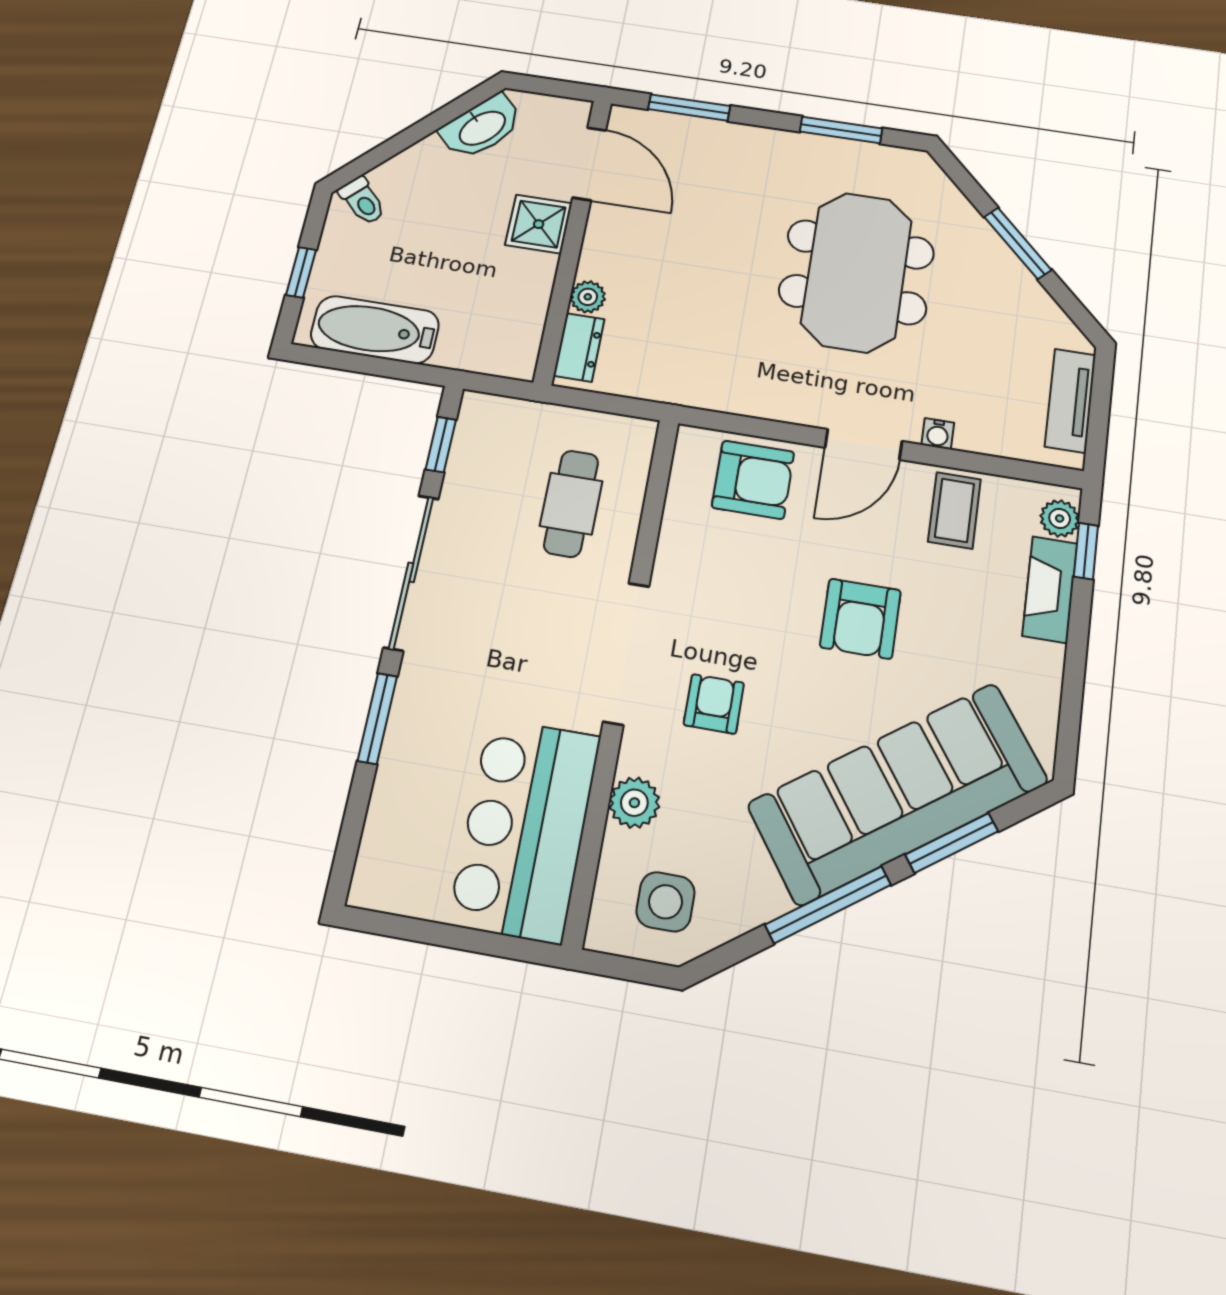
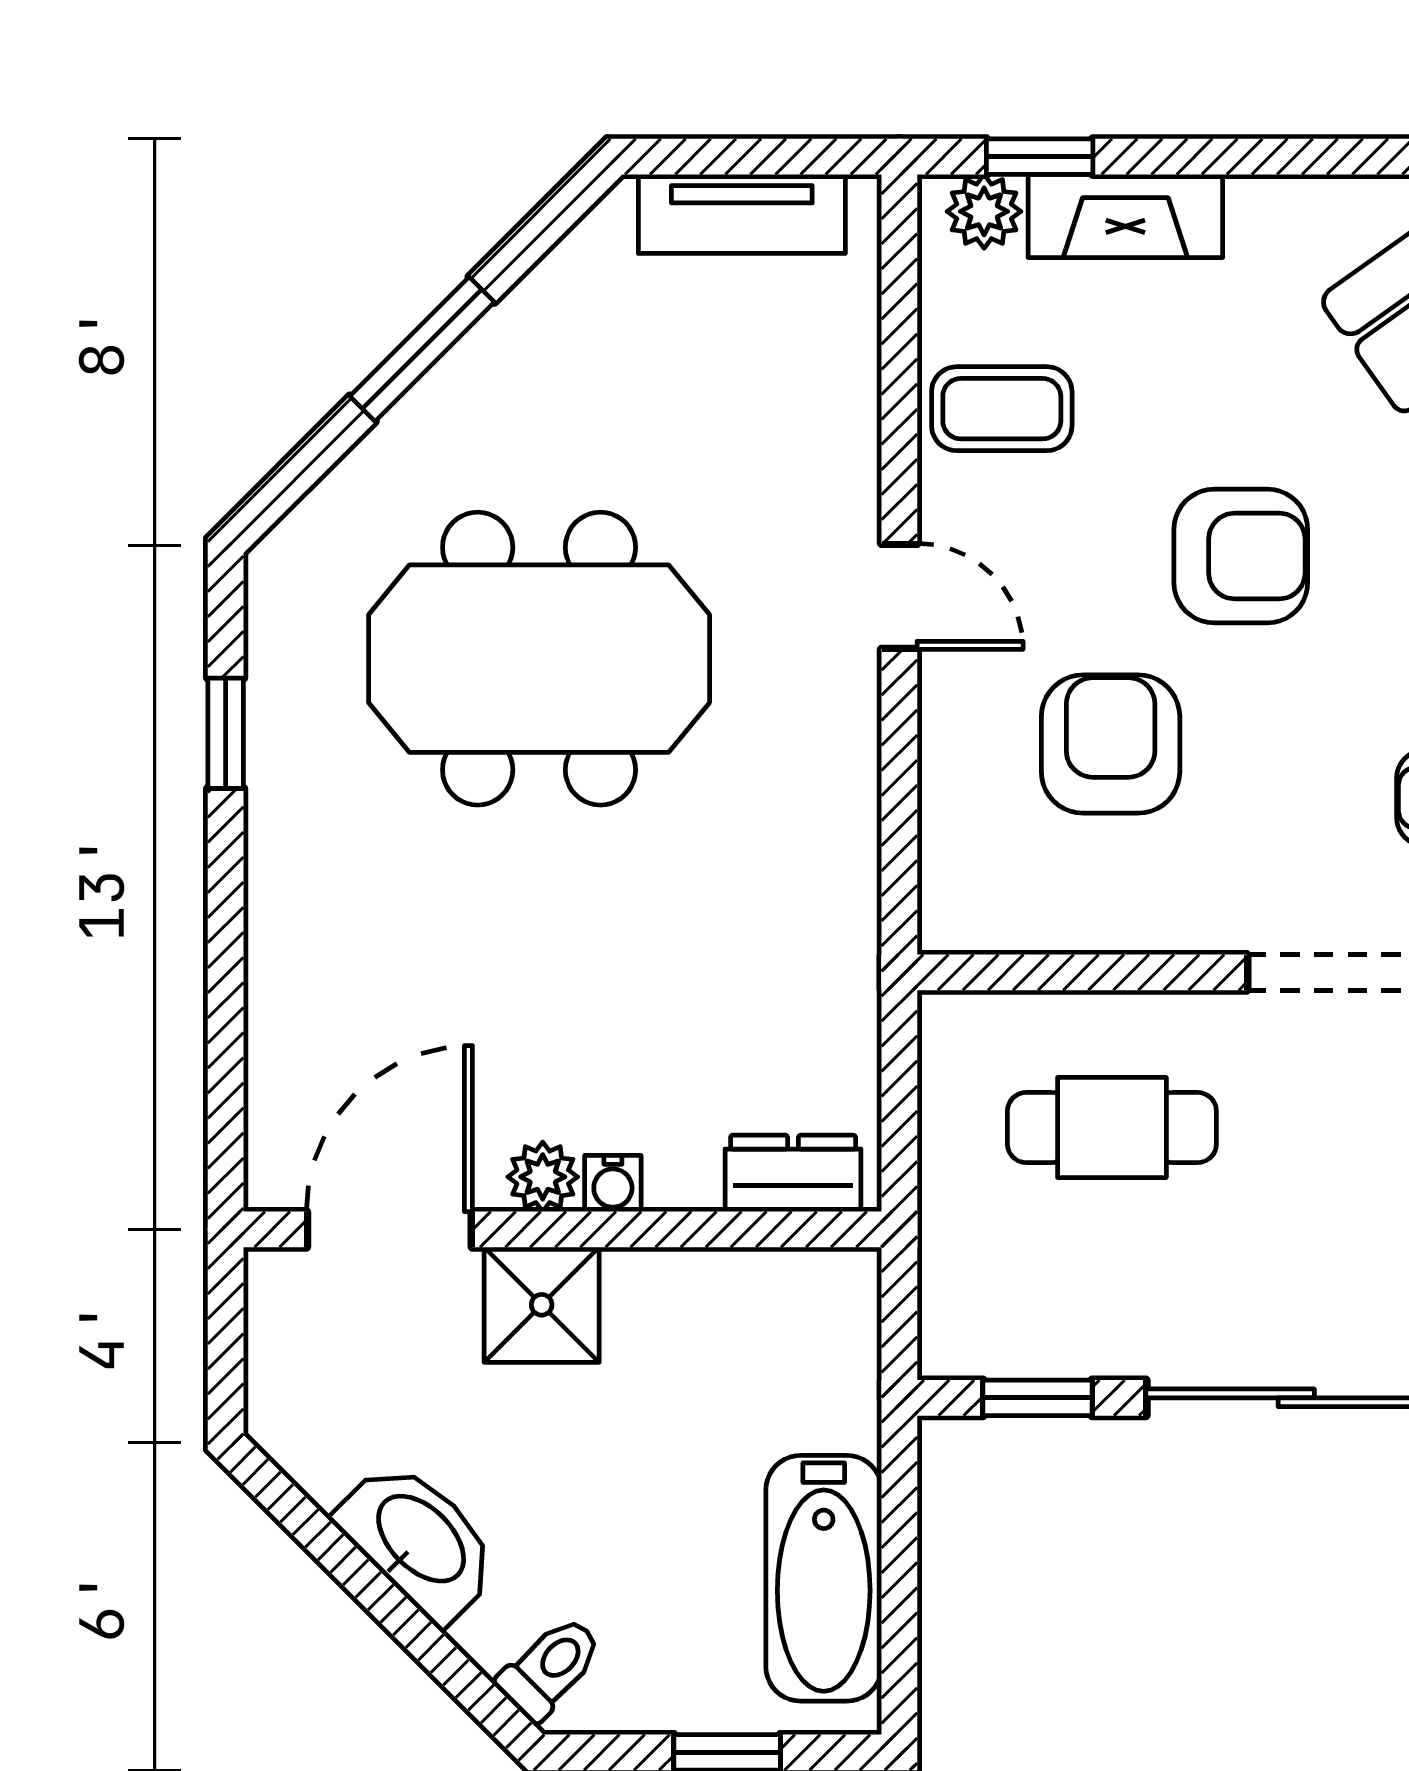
window: (689, 108) -> (226, 1050), removed
washbasin: (482, 127) -> (419, 1541), moved
window: (841, 130) -> (226, 733), width x0.67
plant: (588, 297) -> (543, 1177), moved
water cooler: (938, 434) -> (613, 1184), moved, turned 90
door: (863, 444) -> (899, 596), width x0.73
armchair: (753, 480) -> (1111, 744), moved

